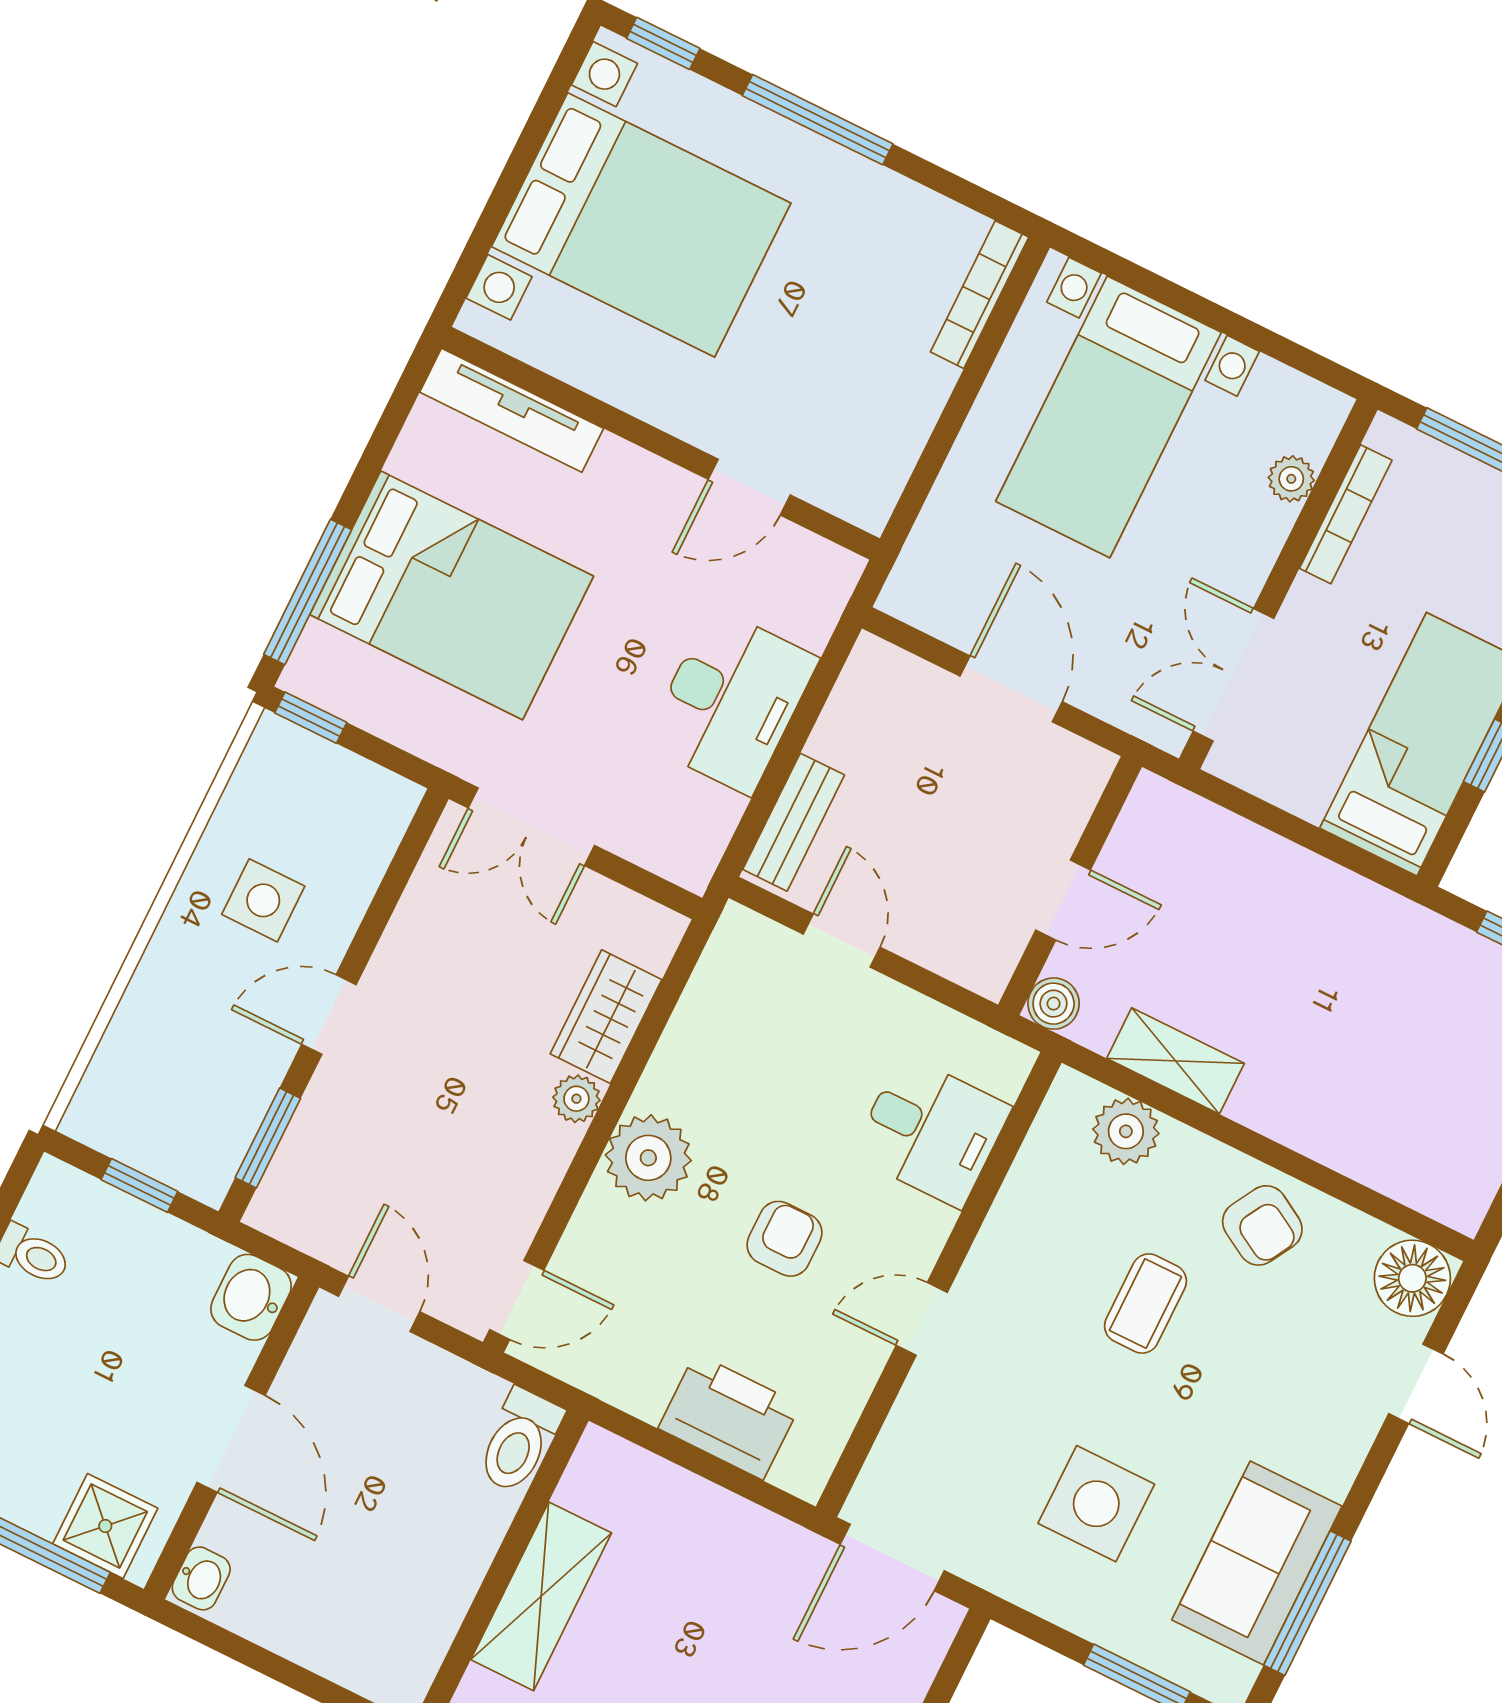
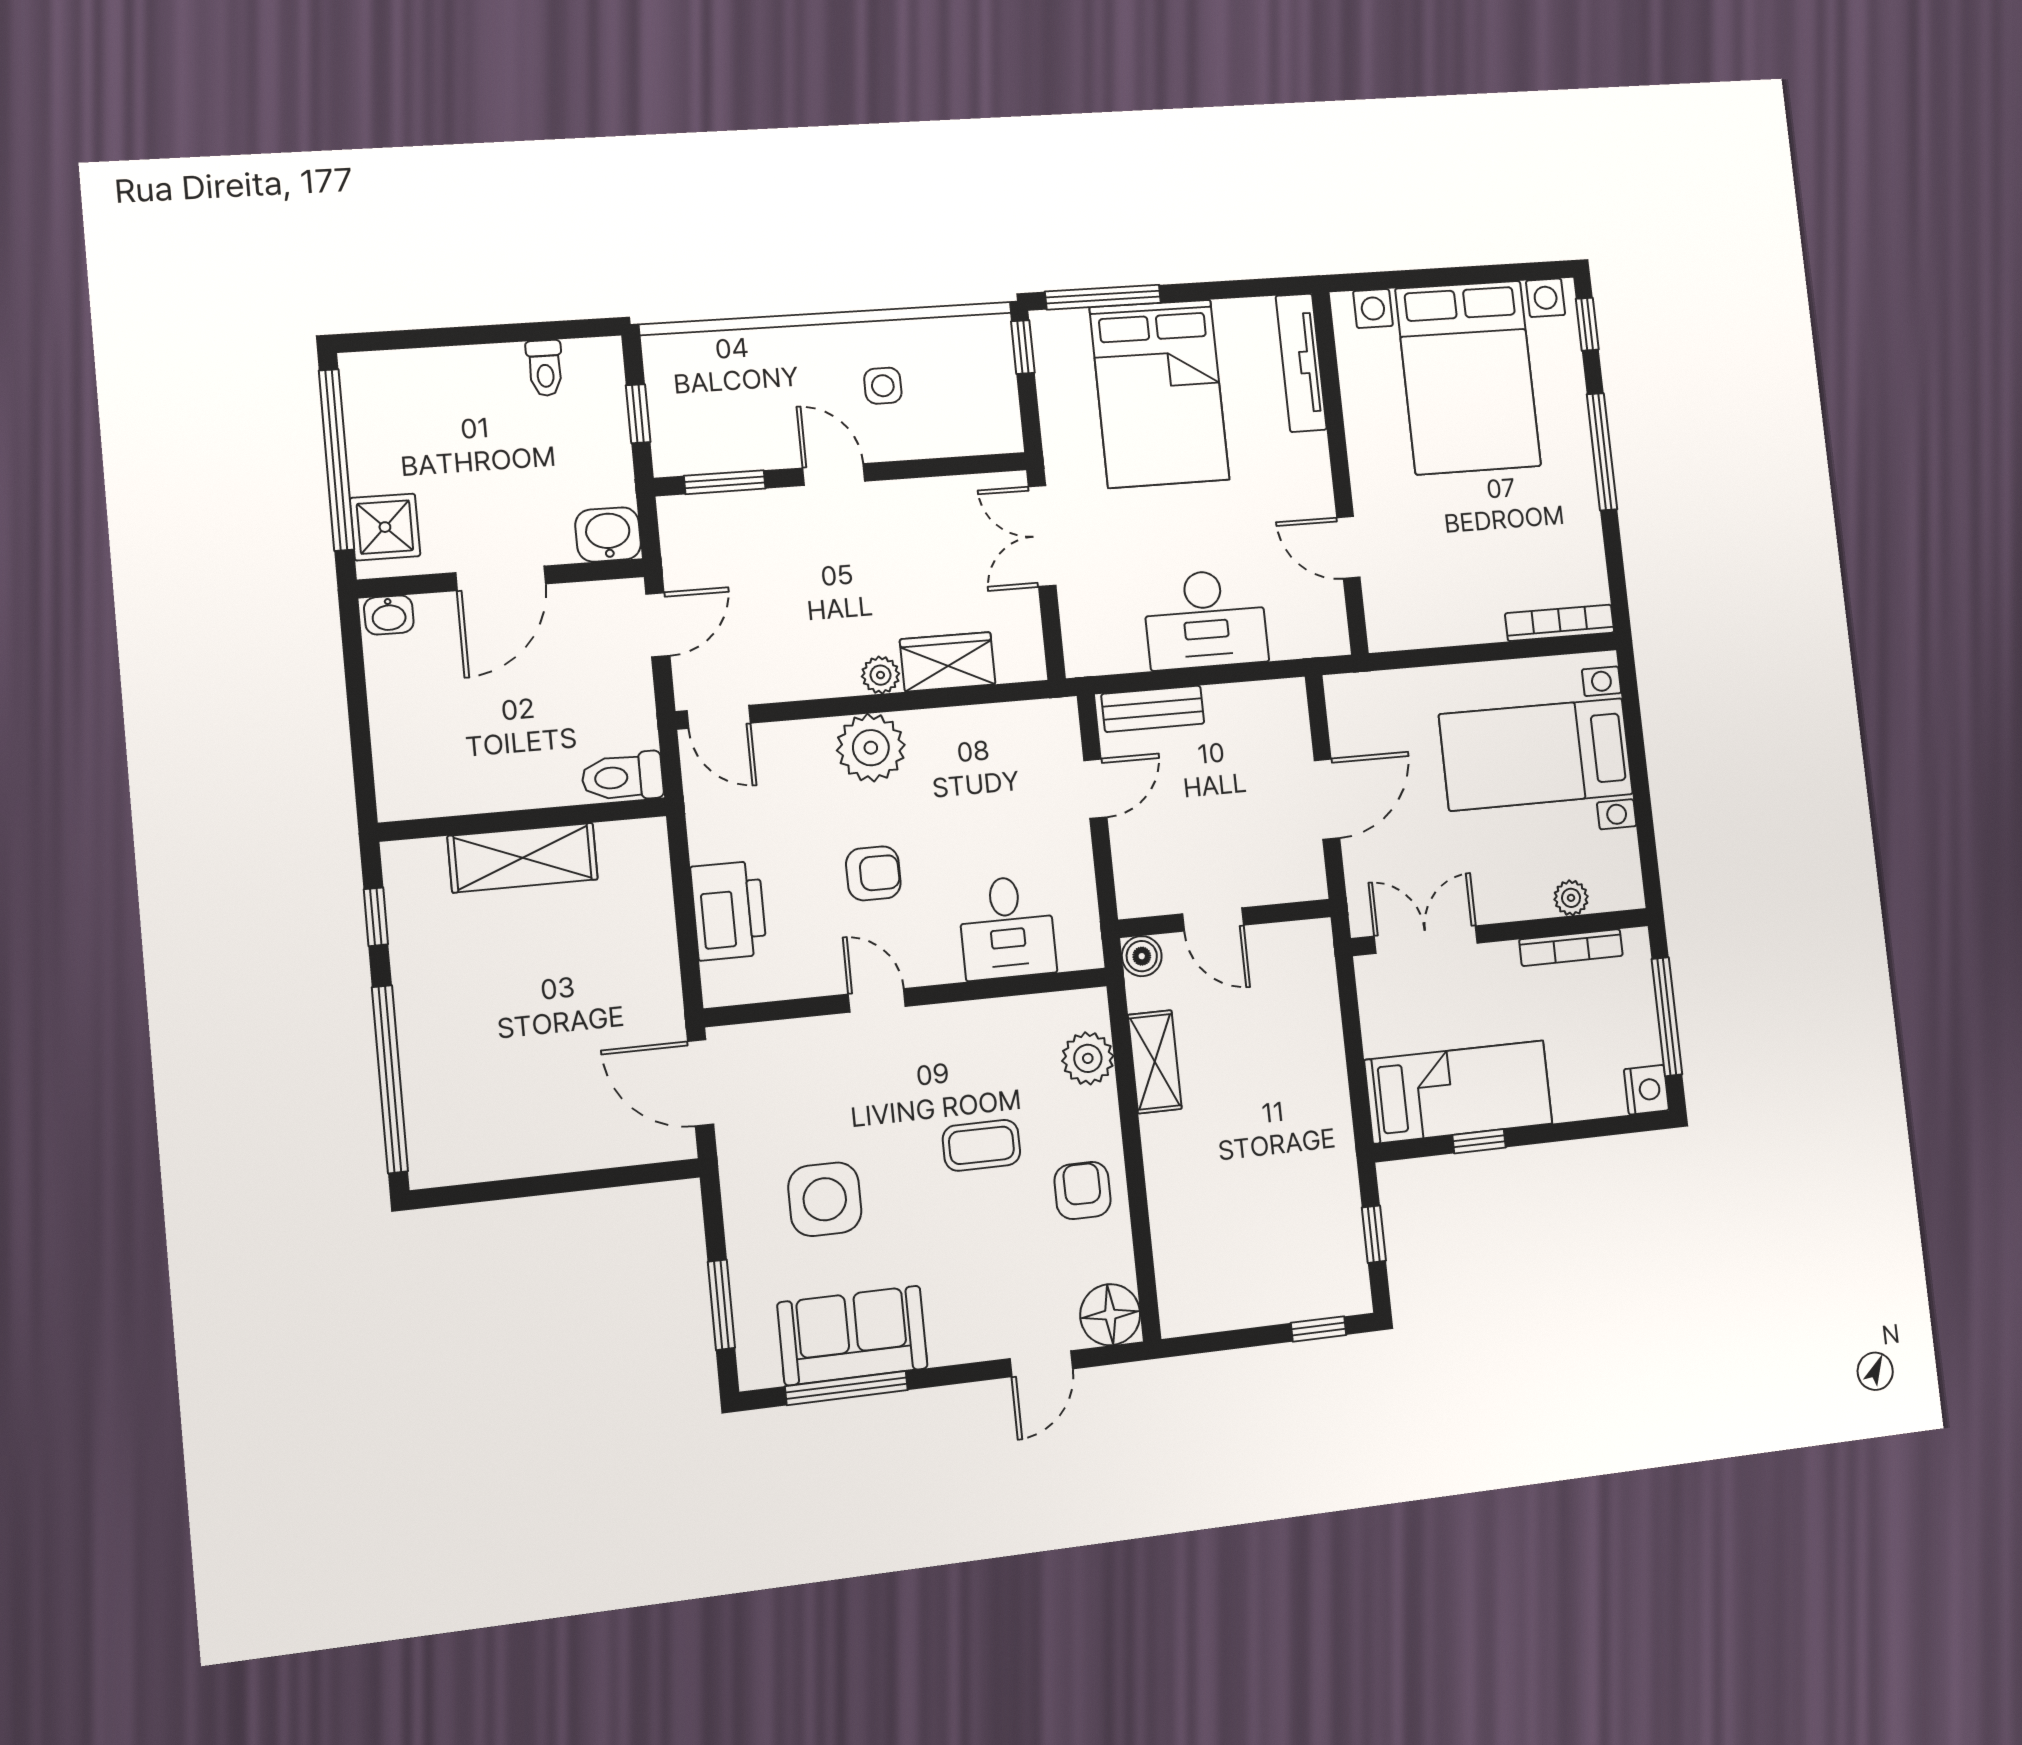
side table: (263, 900) -> (883, 386), width x0.73, depth x0.73
armchair: (1262, 1225) -> (1082, 1190), turned 150

